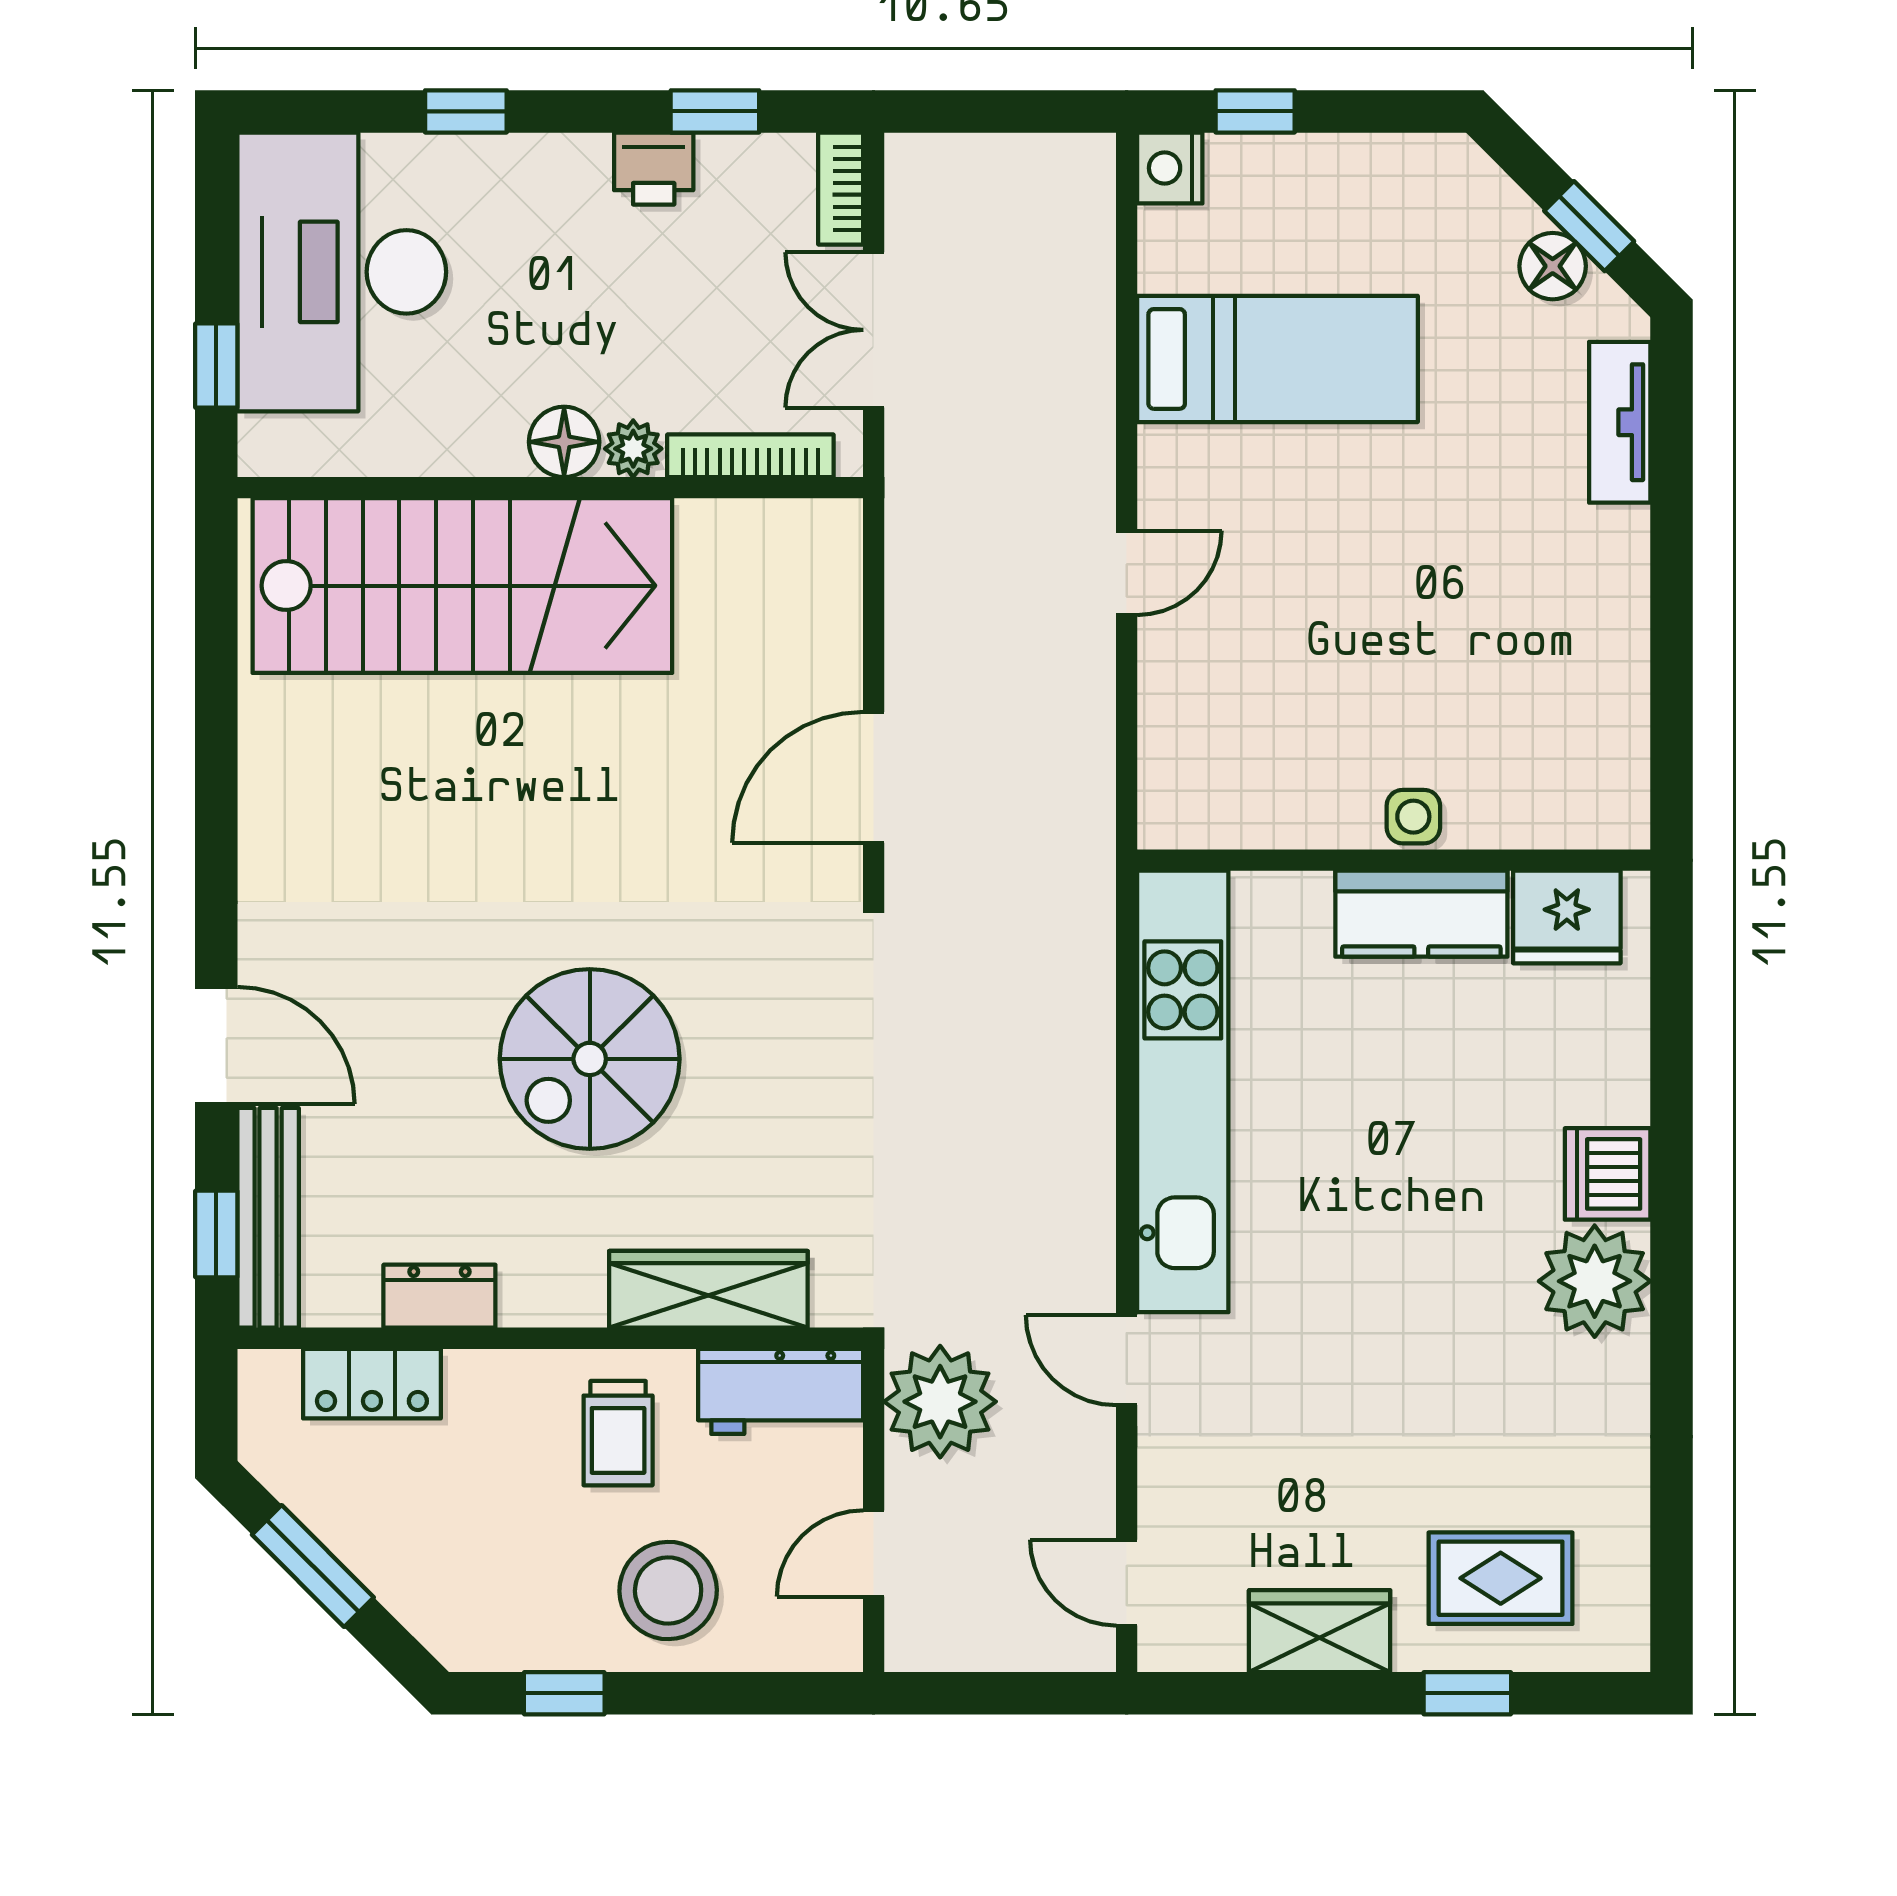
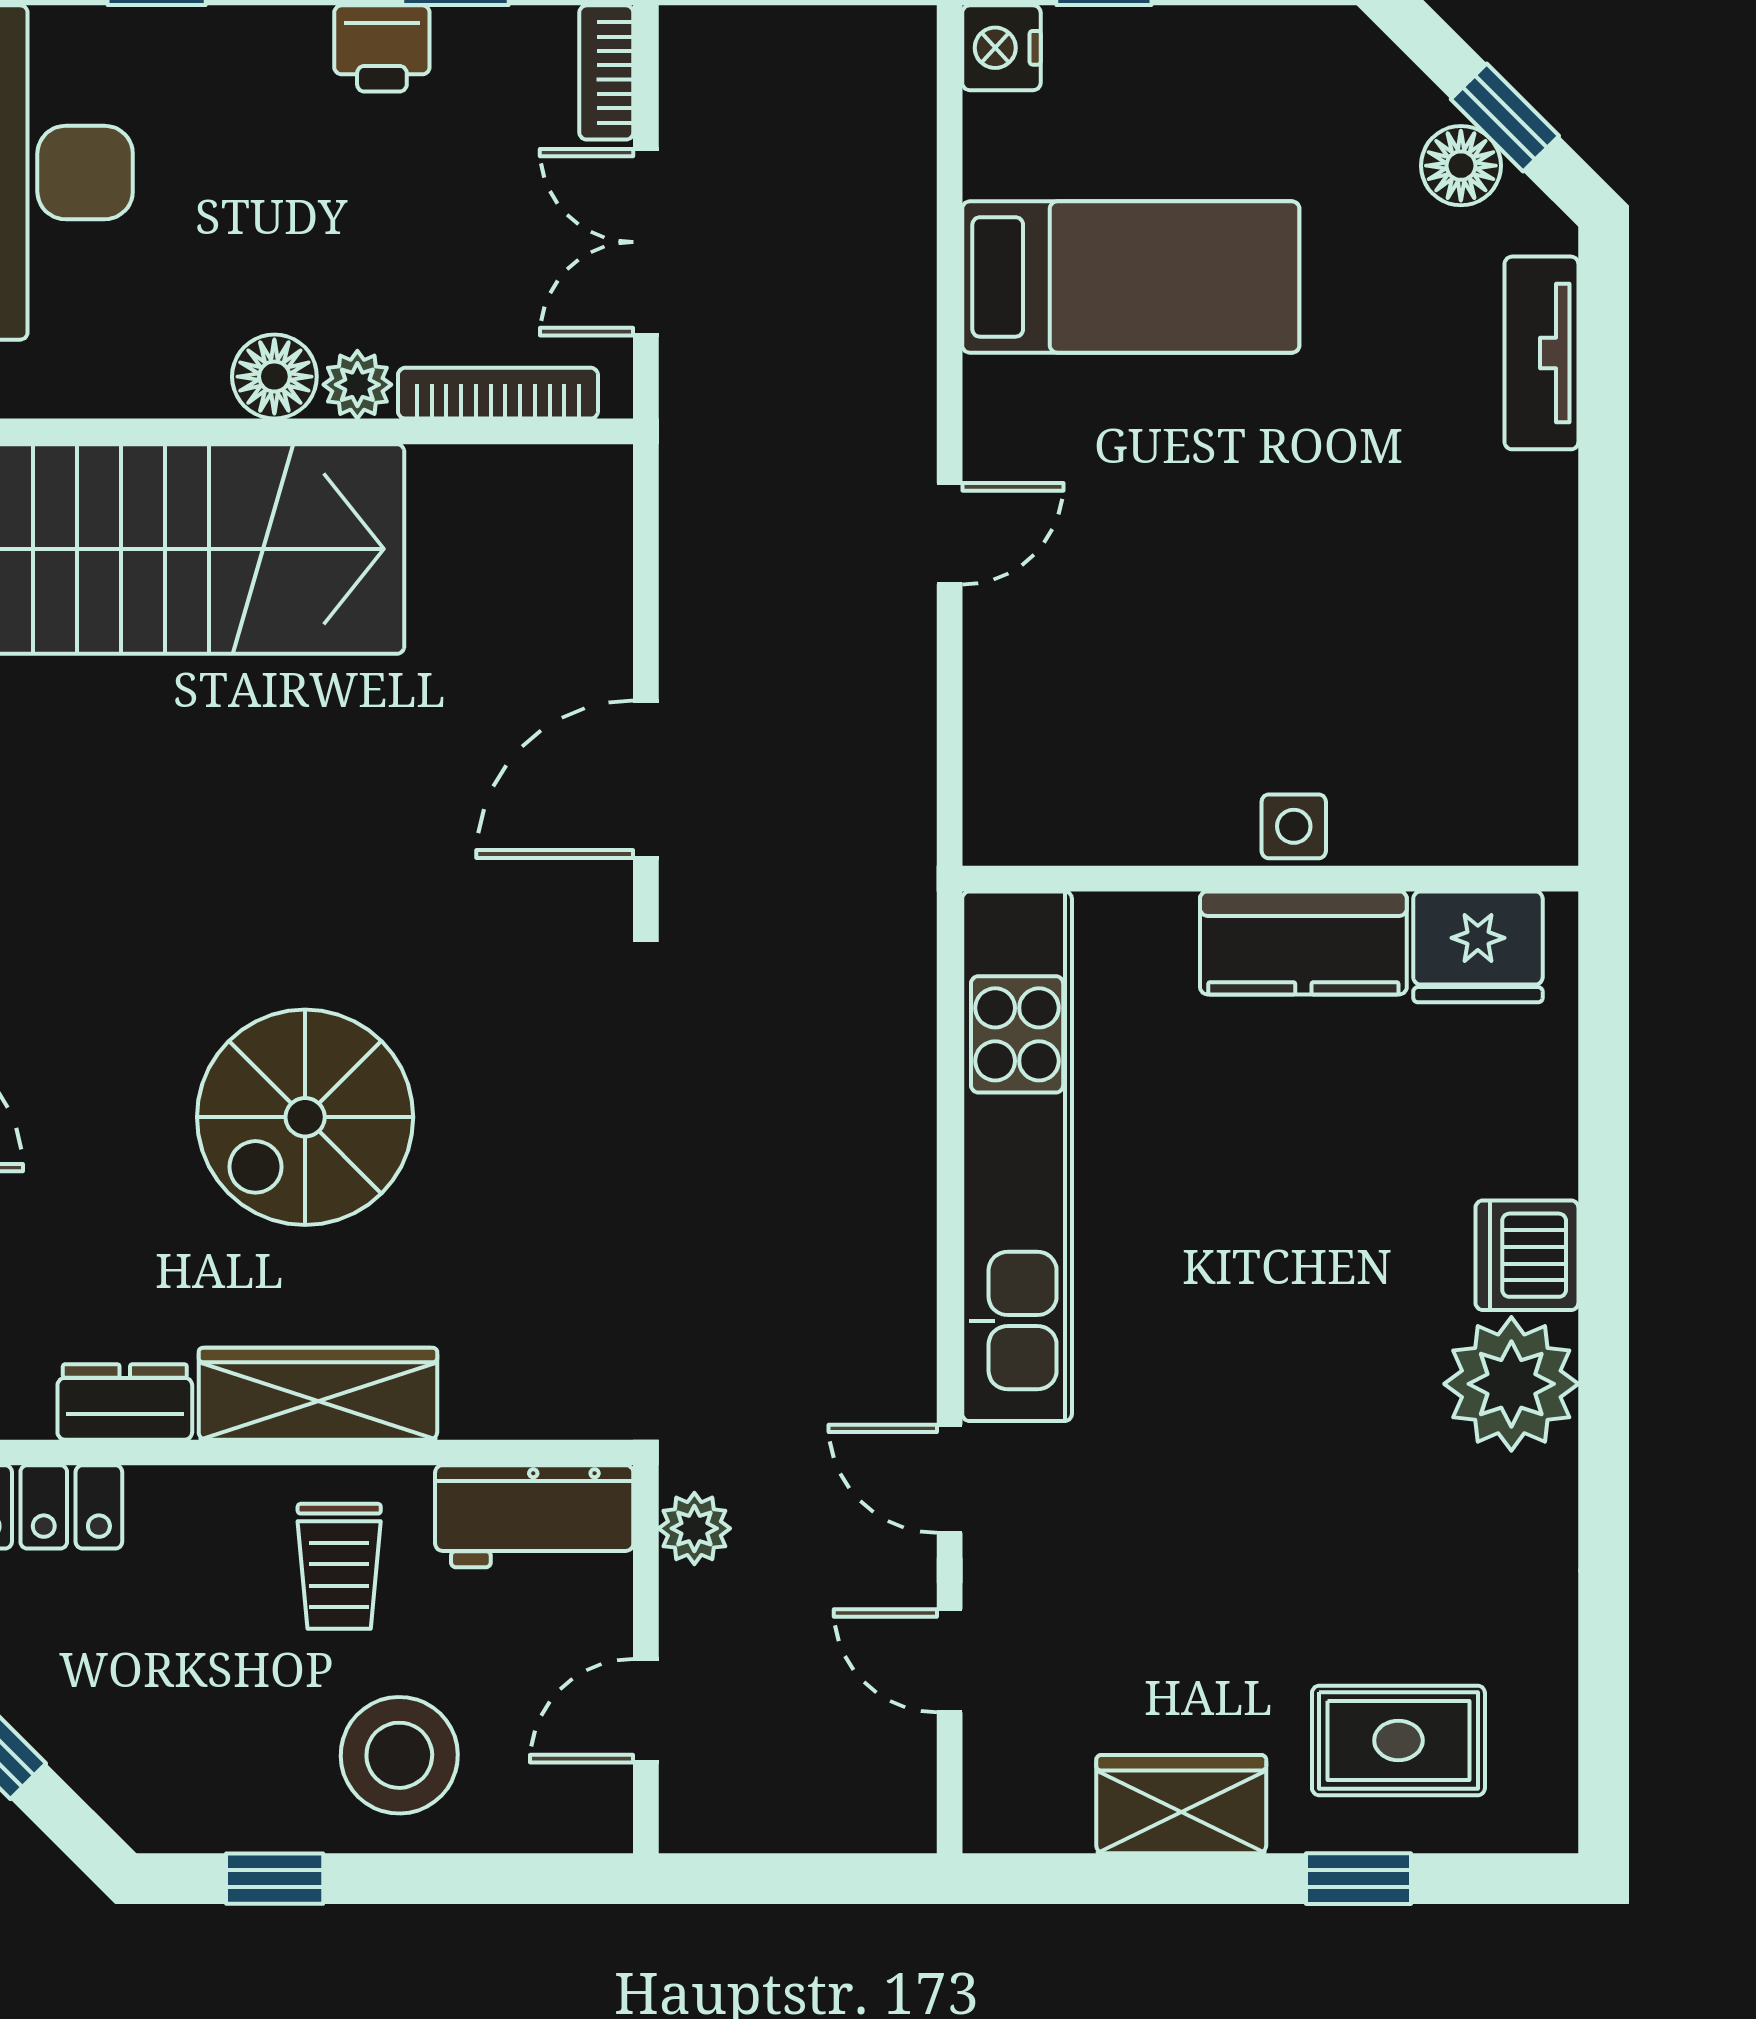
wardrobe: (708, 1289) -> (318, 1394), moved
plant: (940, 1402) -> (694, 1528), width x0.53, depth x0.53
door: (1127, 1583) -> (950, 1661), moved

